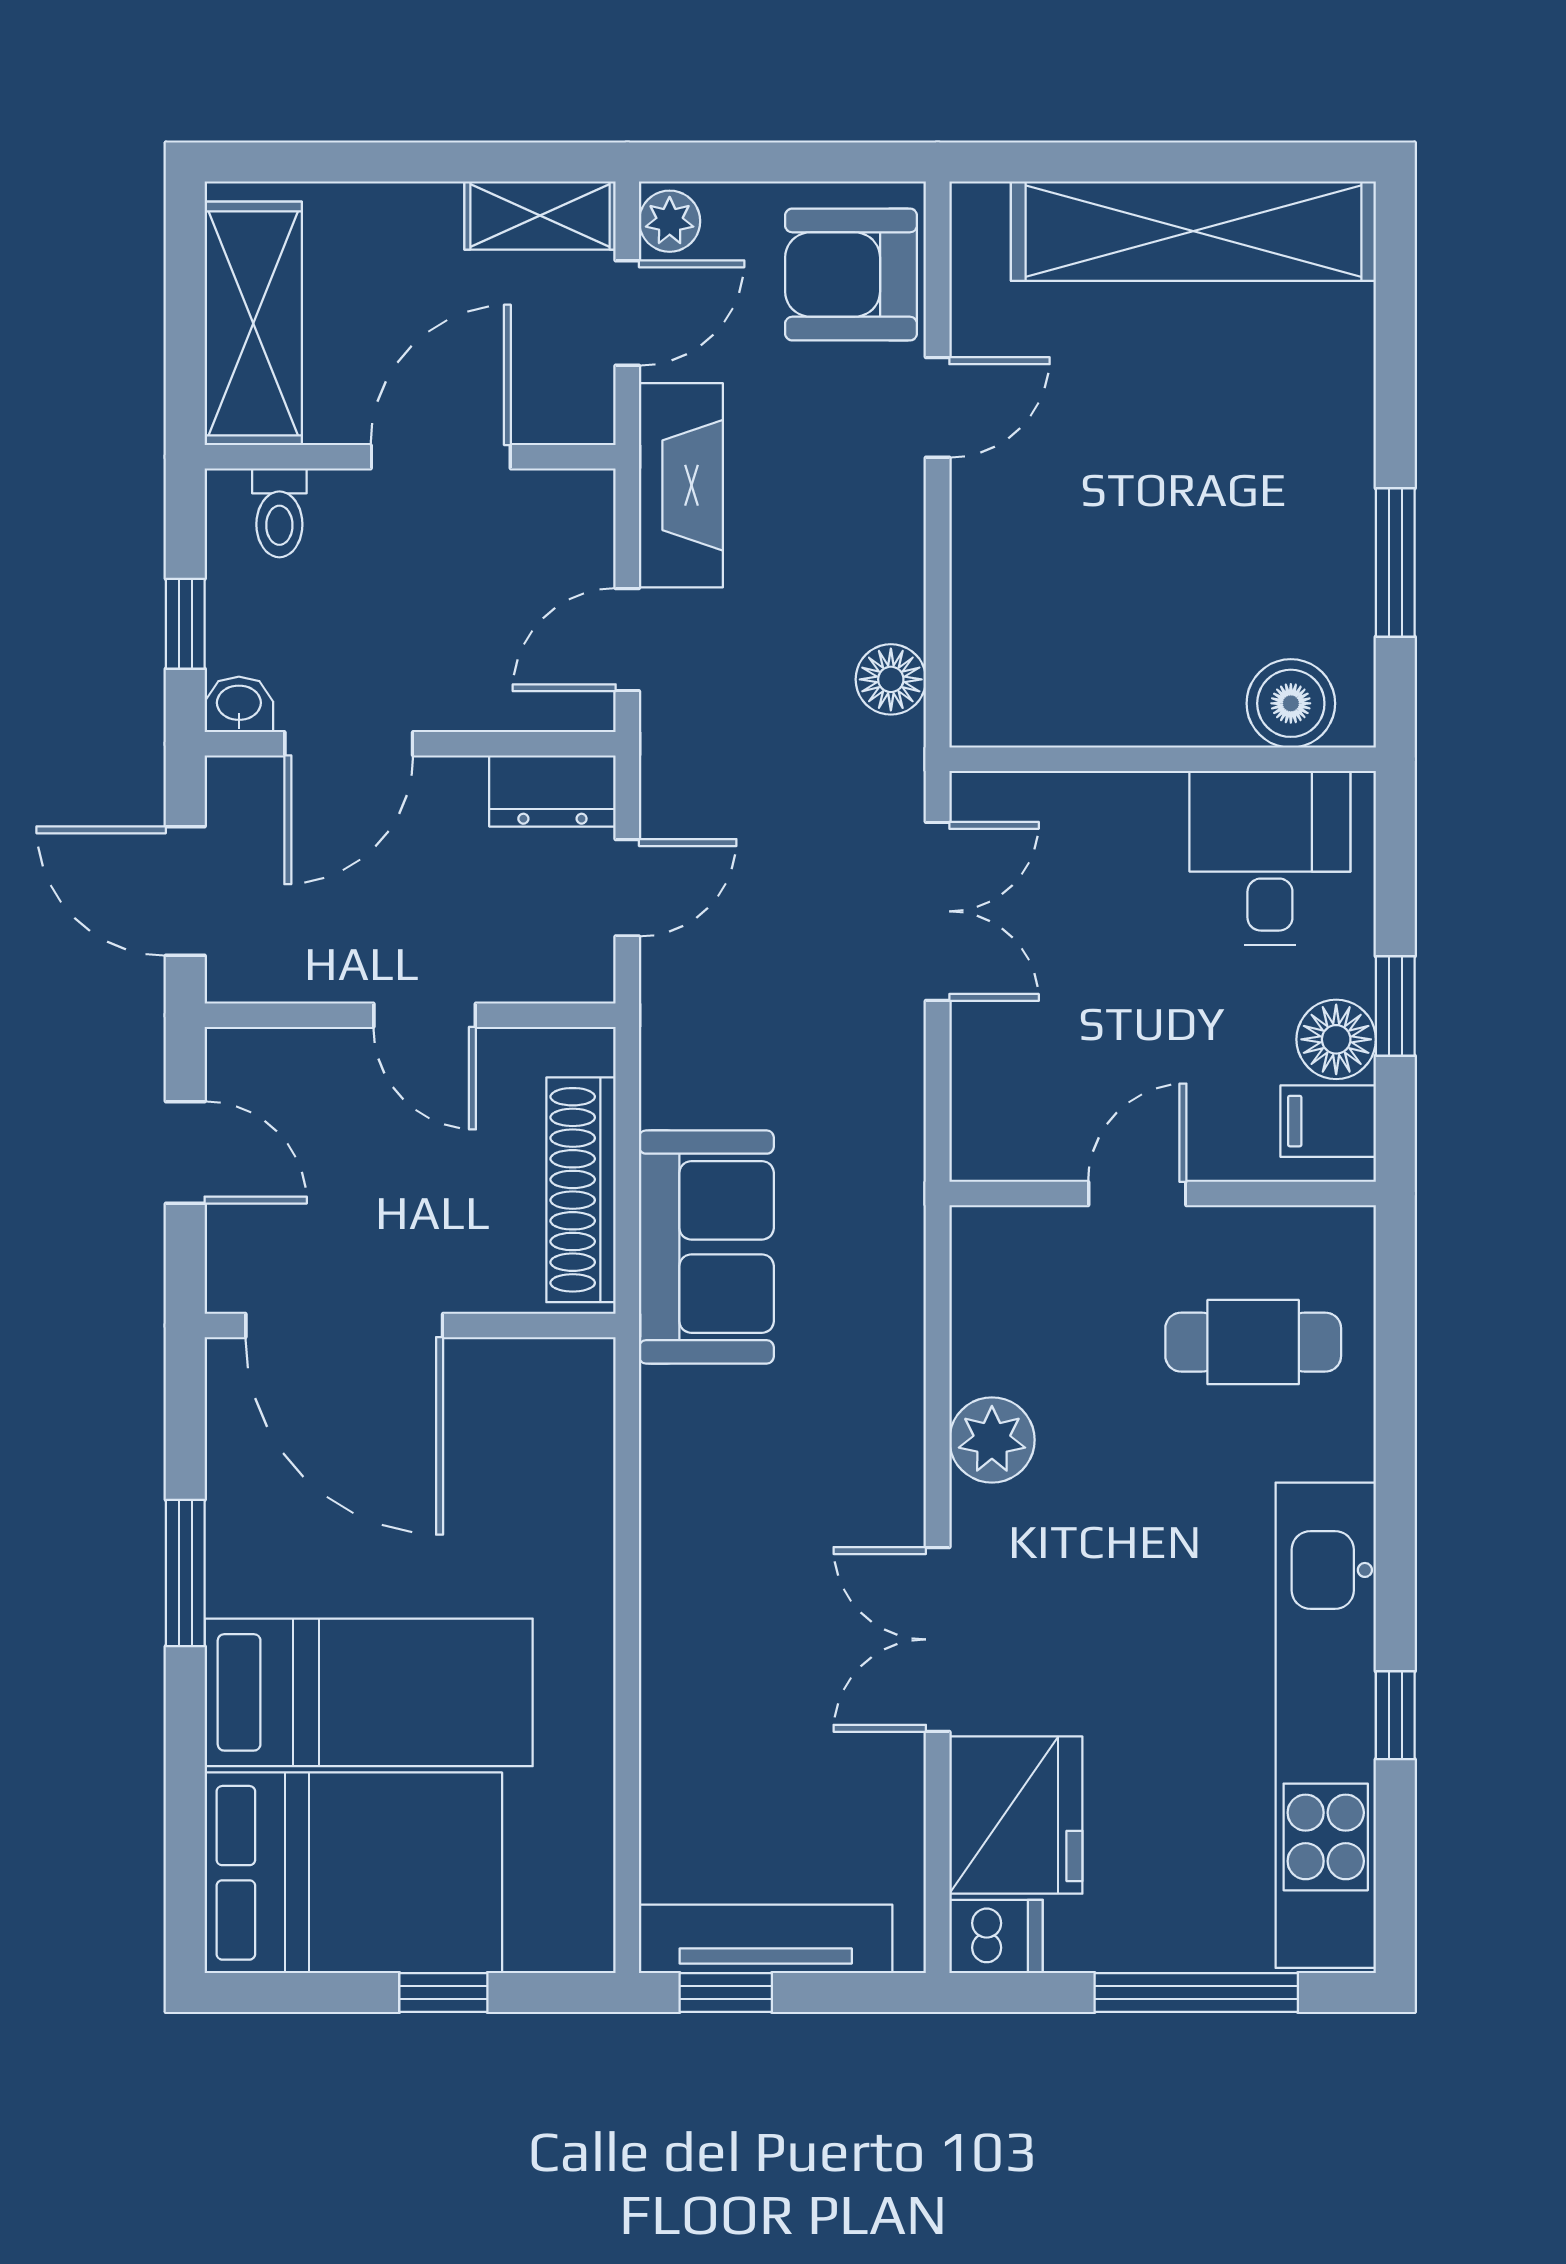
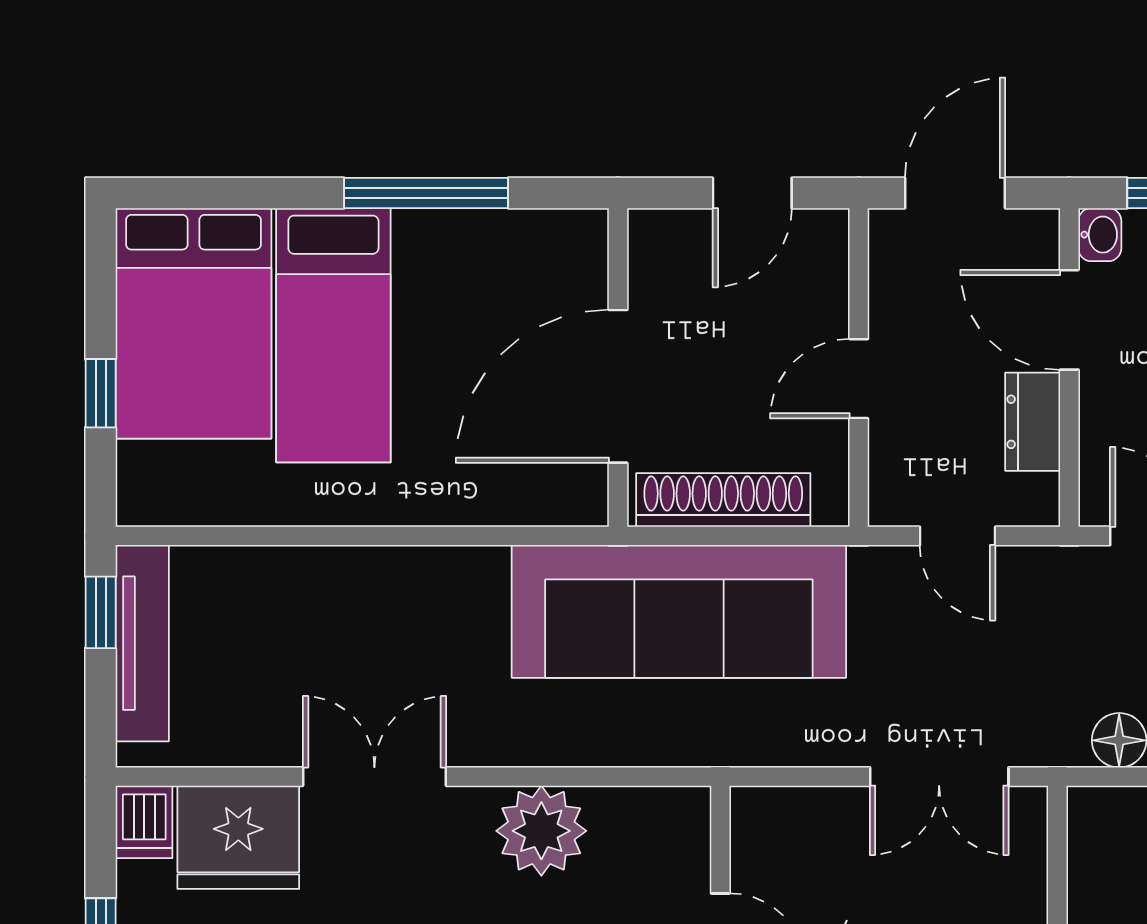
dresser: (552, 791) -> (1033, 422), moved
sofa: (706, 1247) -> (679, 611), width x1.85, depth x1.27
door: (344, 1325) -> (618, 386), moved
plant: (992, 1440) -> (541, 831), width x1.36, depth x1.36
window: (185, 1573) -> (426, 193), width x1.44

